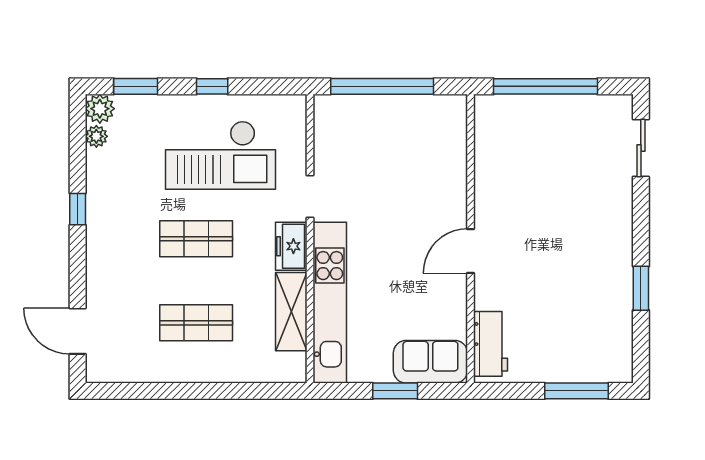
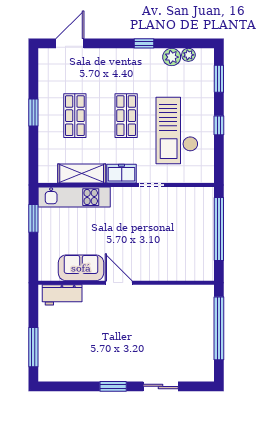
plant: (100, 109) -> (172, 57), moved
sliding door: (641, 148) -> (161, 386), moved
window: (641, 288) -> (113, 386), moved
kitchen unit: (330, 303) -> (74, 197), width x0.73
sofa: (430, 362) -> (81, 268), moved, turned -90
window: (191, 391) -> (33, 112), added
window: (395, 391) -> (33, 218), moved

